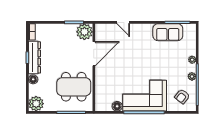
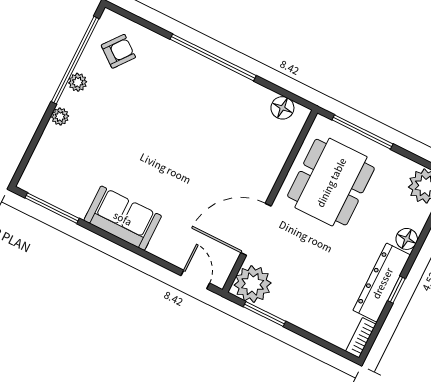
door: (123, 22) -> (195, 279), moved
sofa: (168, 32) -> (123, 218), moved
dining table: (74, 87) -> (331, 182), turned 90
corner sofa: (145, 96) -> (195, 91), removed
floor lamp: (117, 106) -> (282, 108), moved

